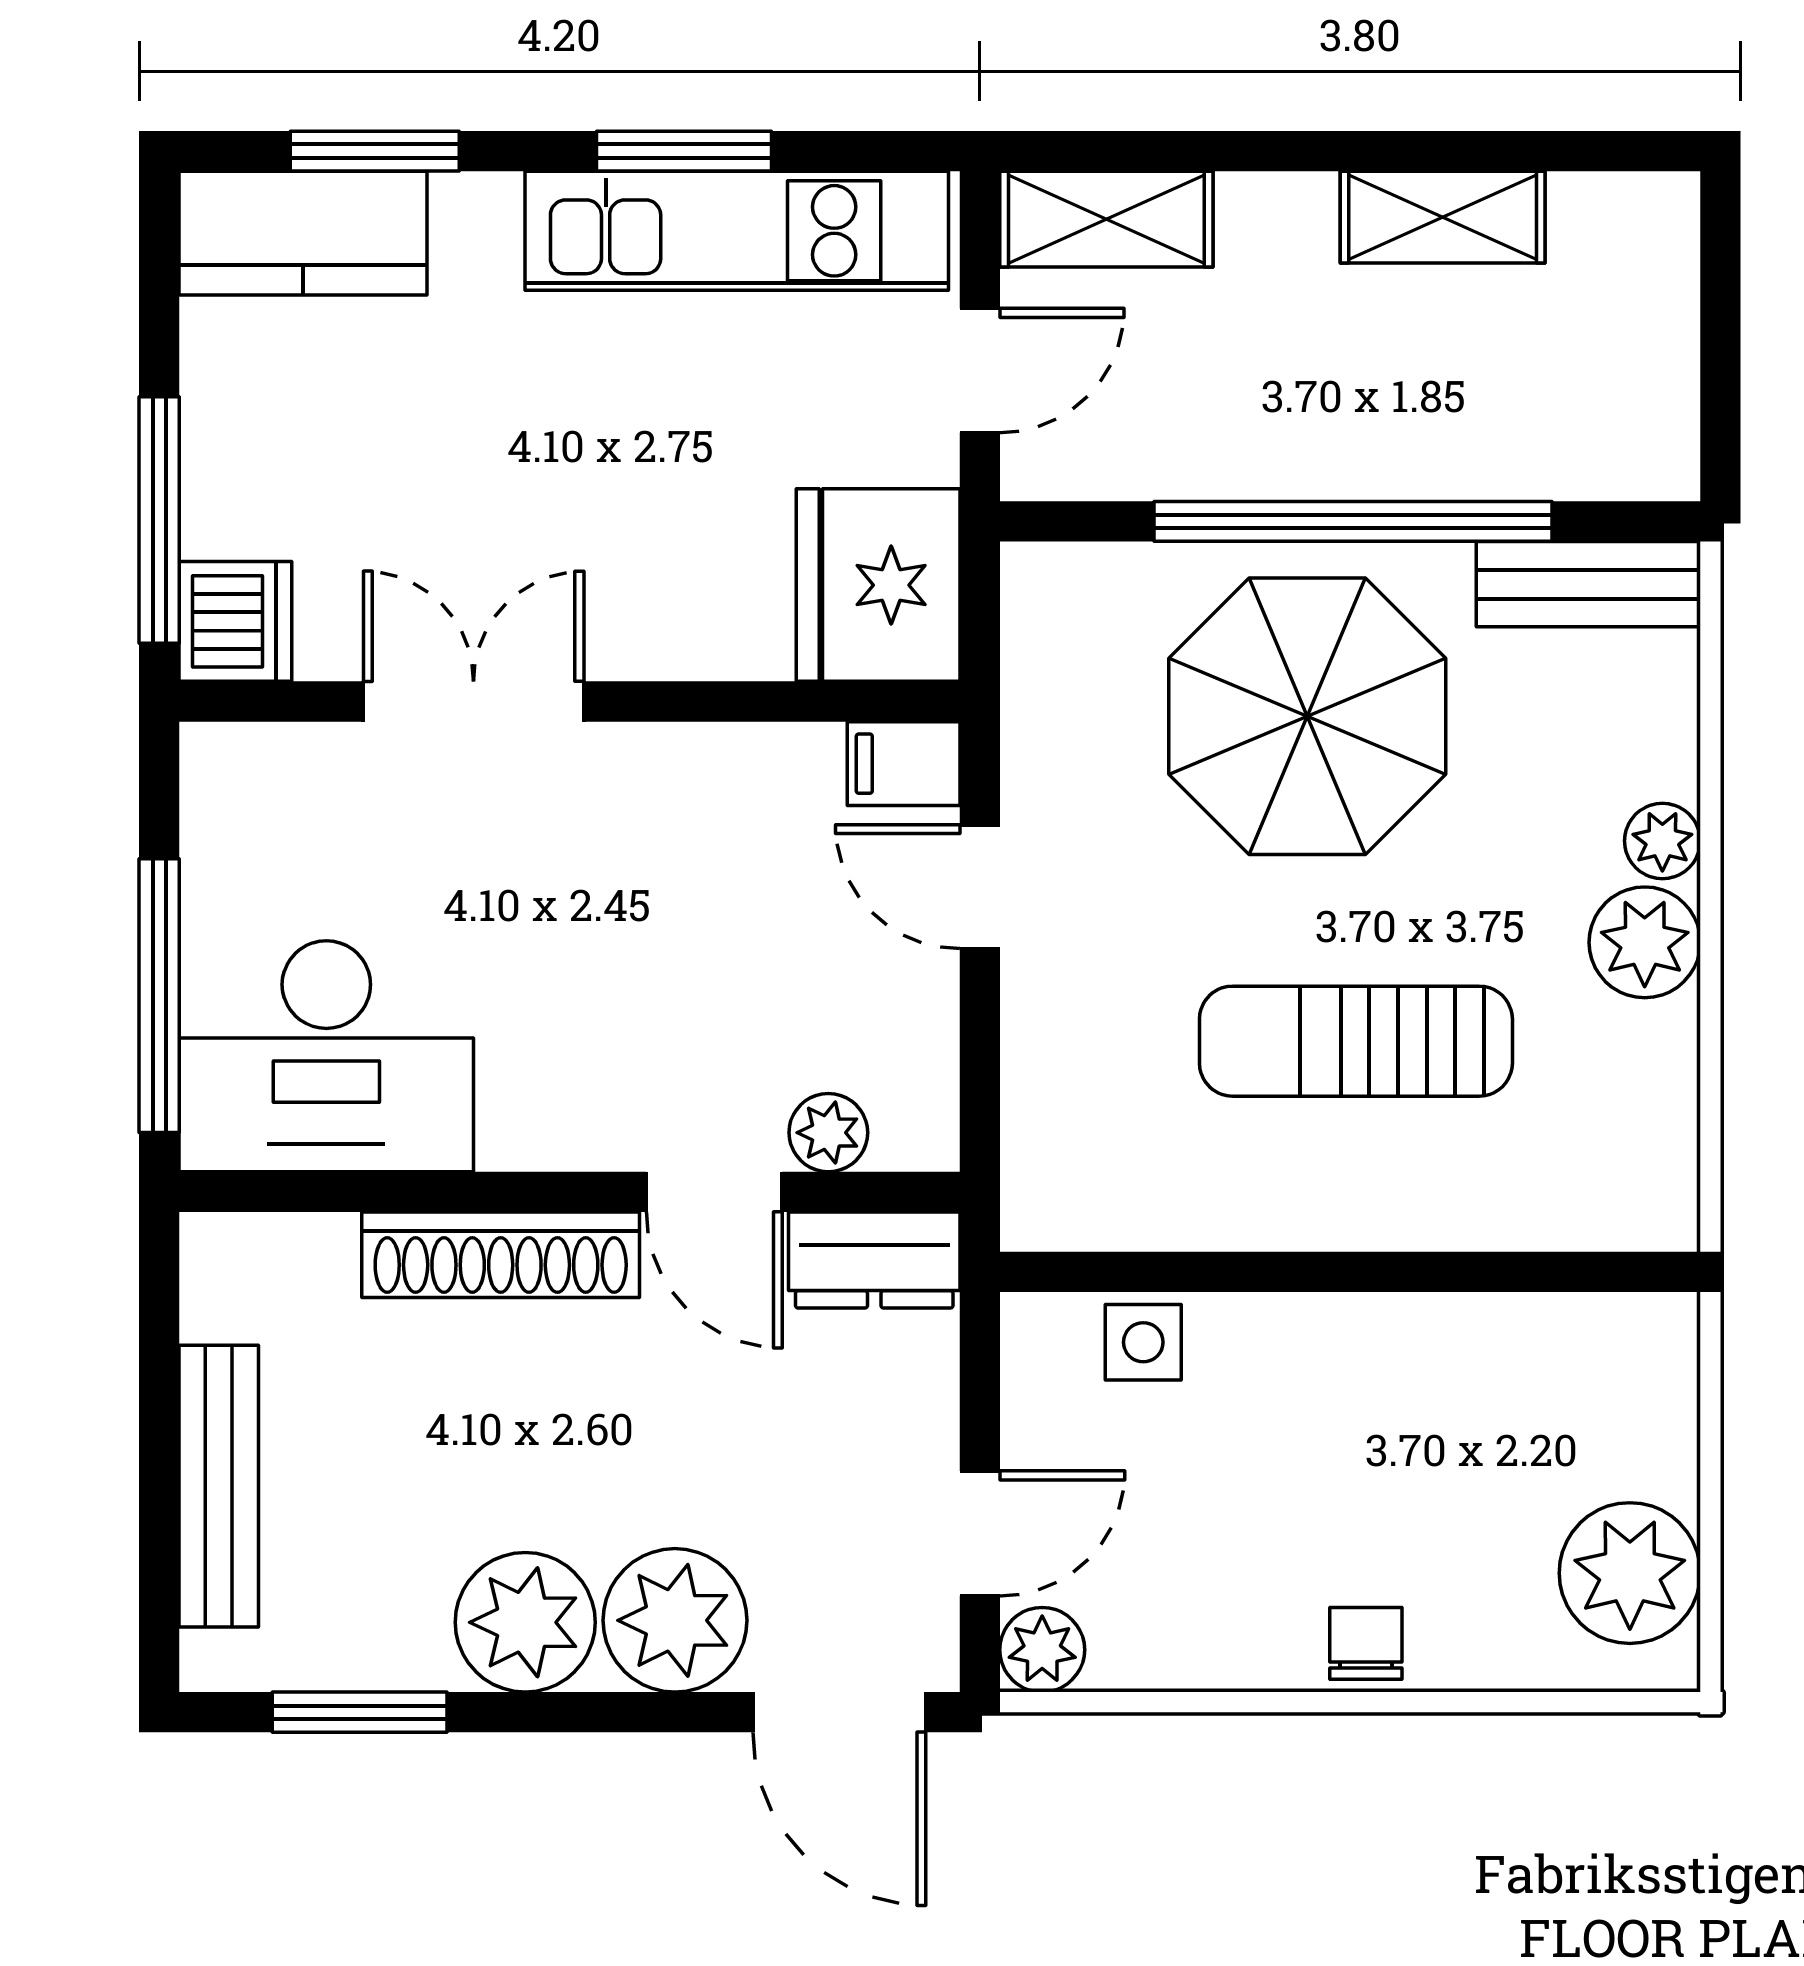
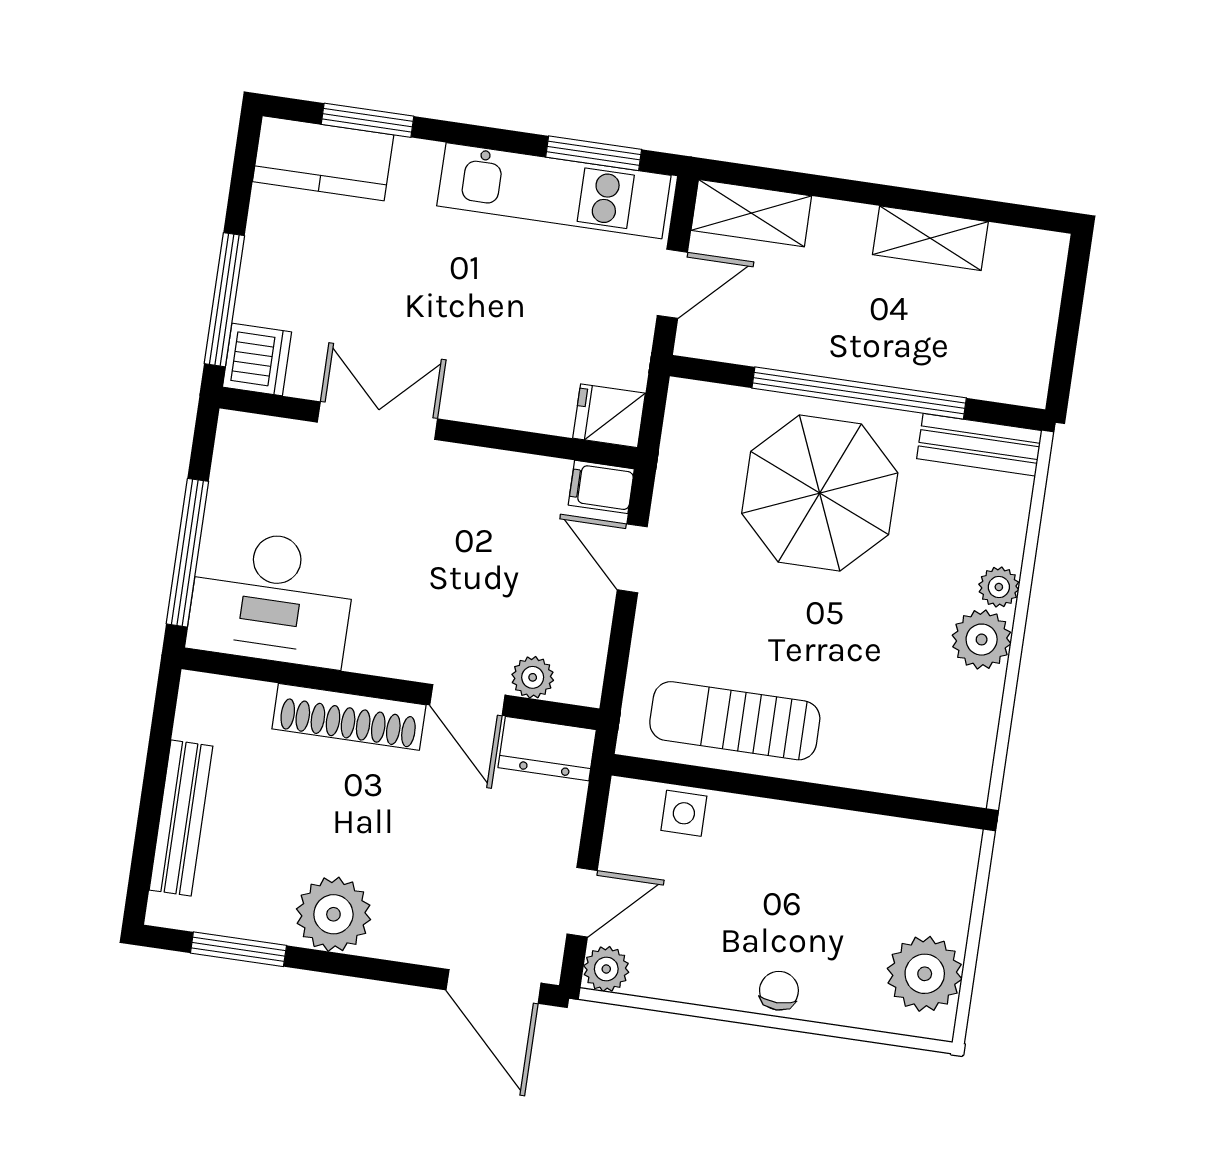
window: (684, 151) -> (594, 153), moved
fridge: (878, 585) -> (609, 416), width x0.53, depth x0.75
sun lounger: (1356, 1041) -> (735, 721), moved
plant: (675, 1620) -> (413, 925), removed

